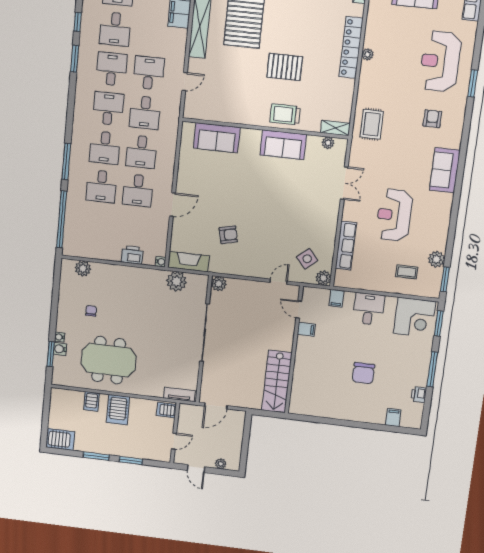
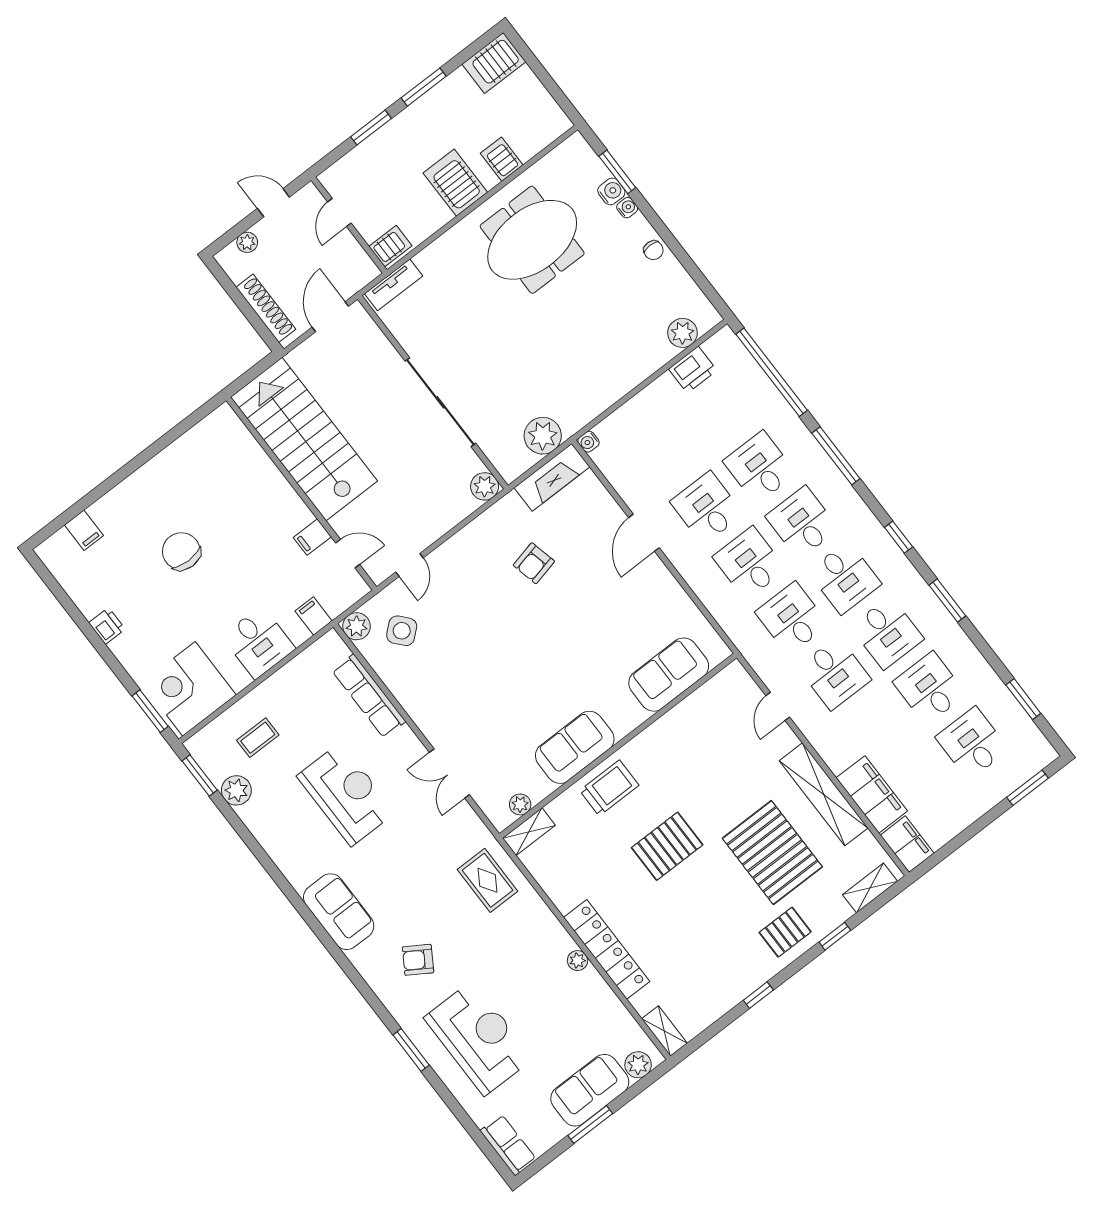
window: (78, 22) -> (899, 537), moved
armchair: (432, 119) -> (418, 960), turned 122
printer: (132, 255) -> (693, 370), moved
chair: (91, 311) -> (653, 250), moved
window: (432, 369) -> (98, 643), removed
stairs: (277, 382) -> (304, 439), width x1.36, depth x1.51
printer: (419, 395) -> (107, 626), moved
shoe rack: (238, 433) -> (266, 308), added

